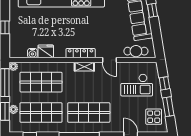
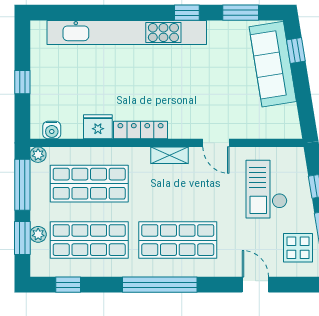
cafe table: (136, 51) -> (265, 126), removed
water cooler: (32, 53) -> (52, 130), moved
locker: (81, 53) -> (140, 130), moved
checkout: (137, 85) -> (266, 189), turned 90

